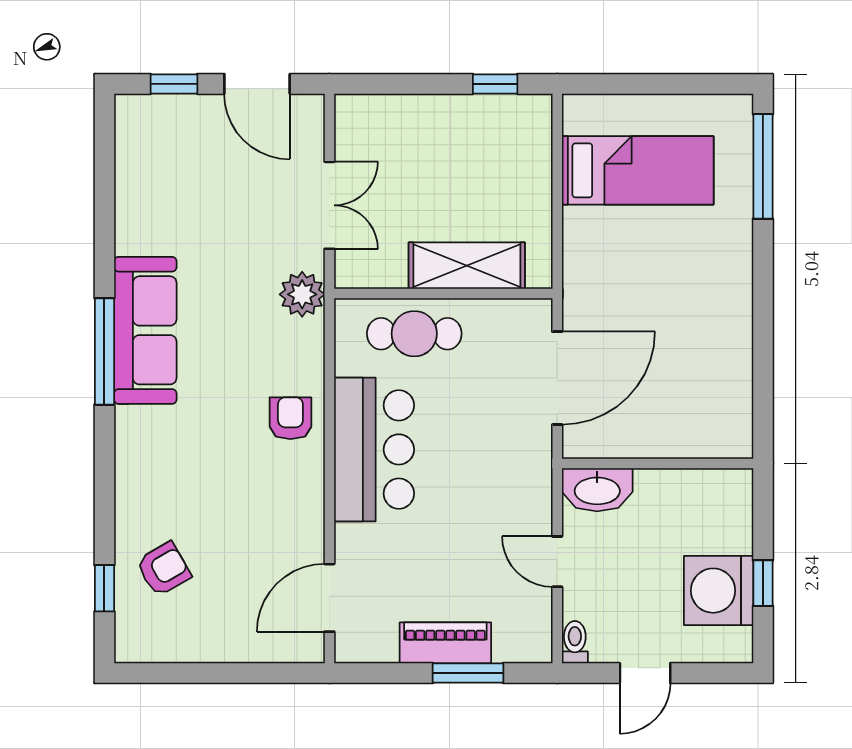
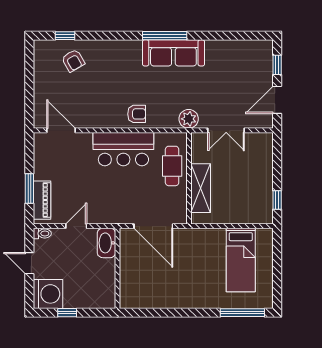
washing machine: (719, 591) -> (48, 294), moved, turned 90
piano: (445, 643) -> (42, 200), moved

